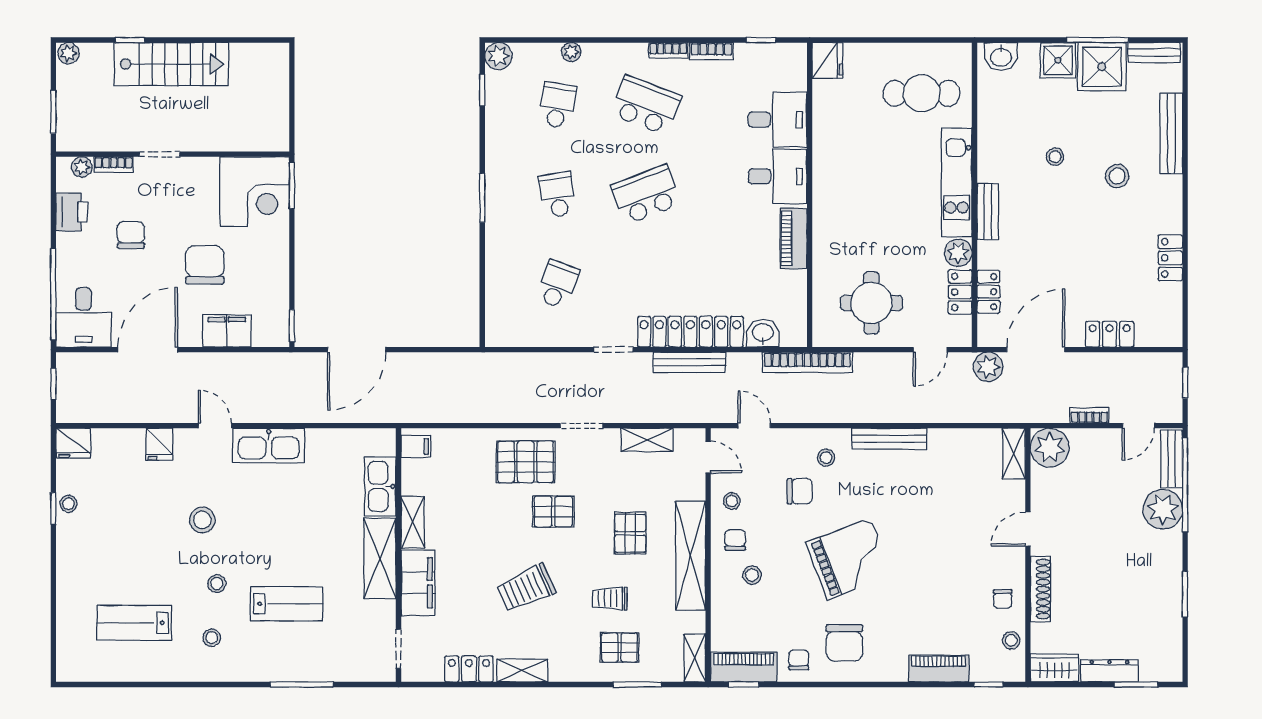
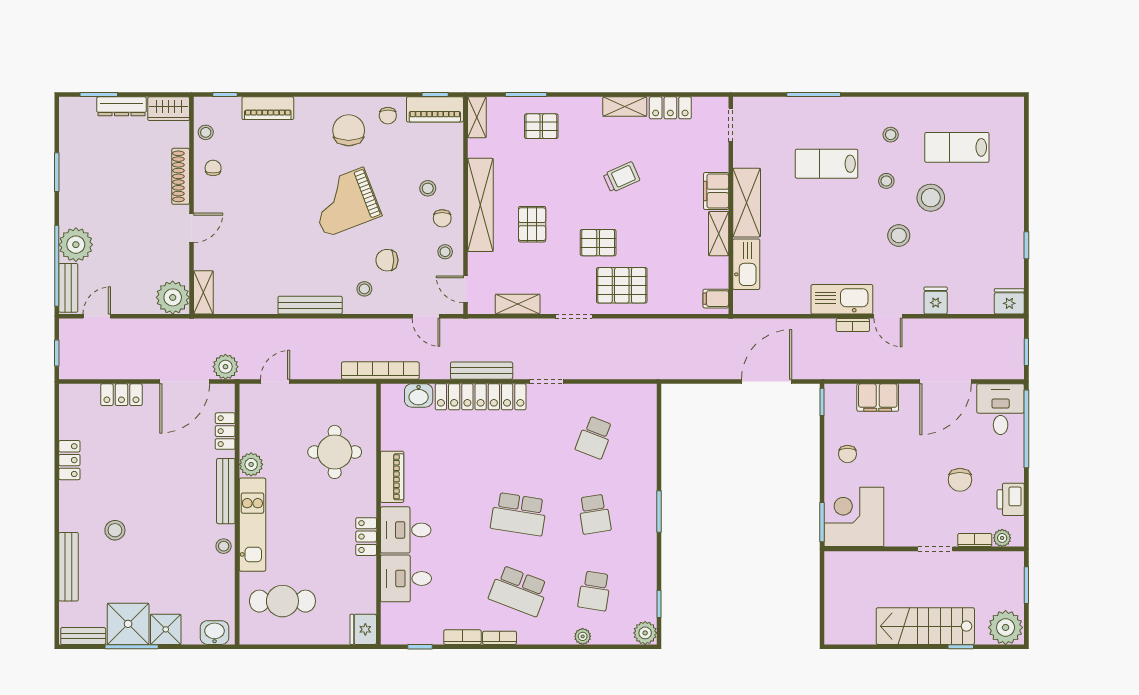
plant: (68, 53) -> (1006, 627), width x1.87, depth x1.87
stool: (1055, 157) -> (224, 546), moved
school desk: (646, 195) -> (519, 514), turned 30
bench: (988, 212) -> (226, 491), width x1.36
chair: (205, 265) -> (847, 454), moved, width x0.54, depth x0.54
locker: (960, 292) -> (366, 537), moved, turned 180
round table: (871, 303) -> (335, 452), moved
bookcase: (1089, 415) -> (853, 325), moved
stool: (68, 504) -> (931, 198), moved, width x1.89, depth x1.89
filing cabinet: (418, 583) -> (716, 191), width x0.67, depth x0.86
trolley: (526, 588) -> (621, 177), width x0.73, depth x0.72
trolley: (610, 598) -> (549, 168), removed
lab bench: (134, 623) -> (957, 147), turned 180

